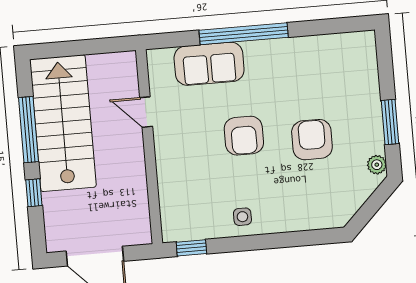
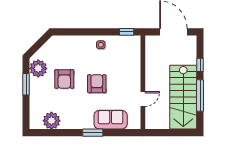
window: (244, 34) -> (93, 133), width x0.47
plant: (331, 51) -> (51, 121), added
door: (146, 112) -> (143, 99), hinge flipped
plant: (377, 165) -> (38, 68), width x1.87, depth x1.87

